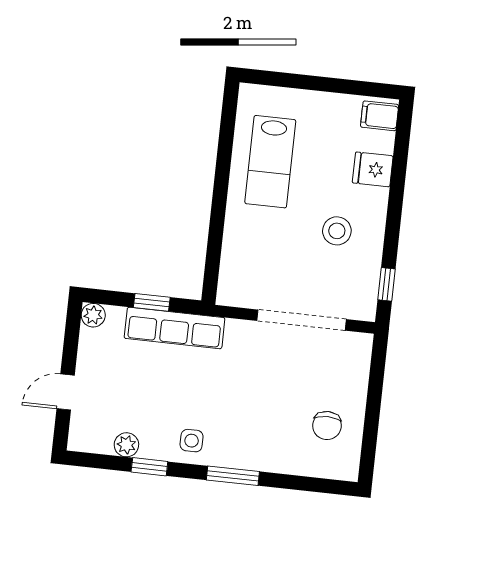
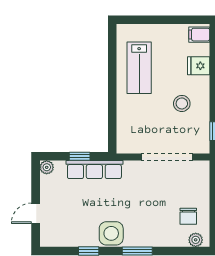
side table: (192, 441) -> (111, 233), width x1.87, depth x1.87
plant: (126, 445) -> (196, 240), moved

